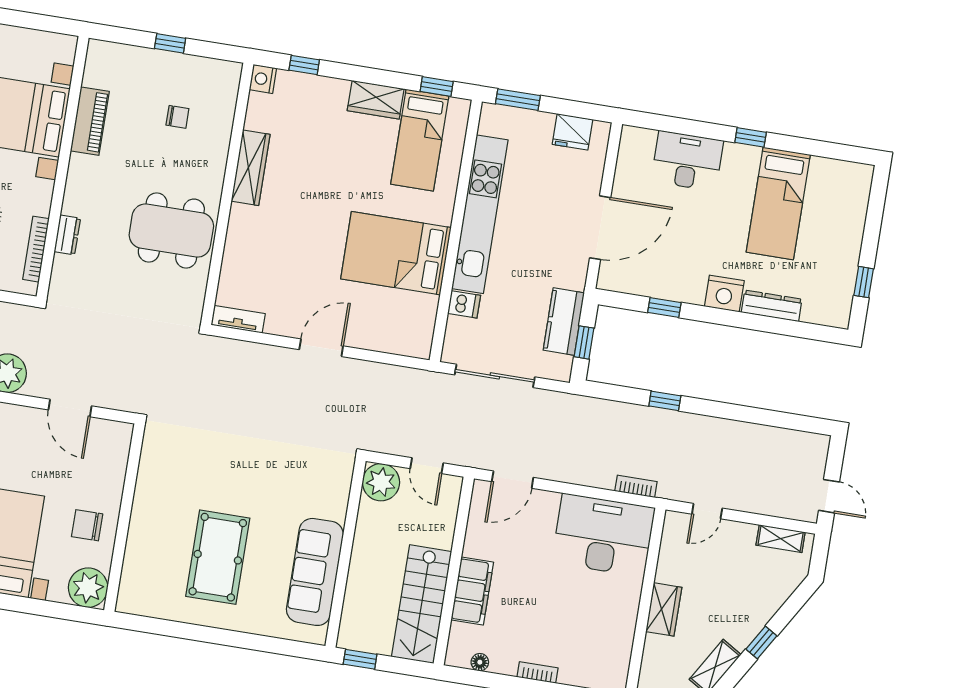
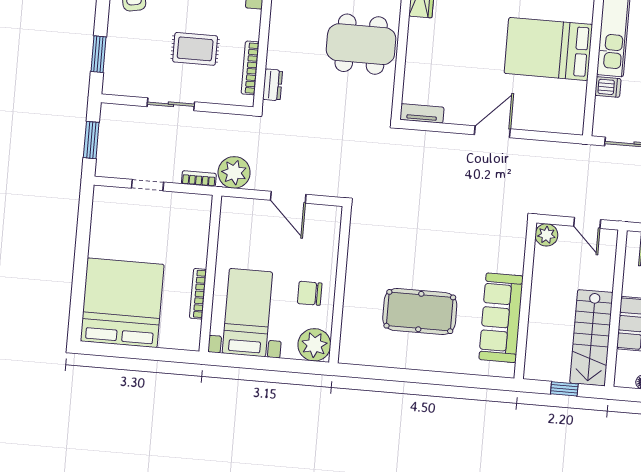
dresser: (67, 235) -> (273, 85), moved
plant: (381, 482) -> (546, 235), width x0.73, depth x0.73
pool table: (218, 557) -> (420, 312), turned 90
window: (360, 659) -> (564, 389), moved

